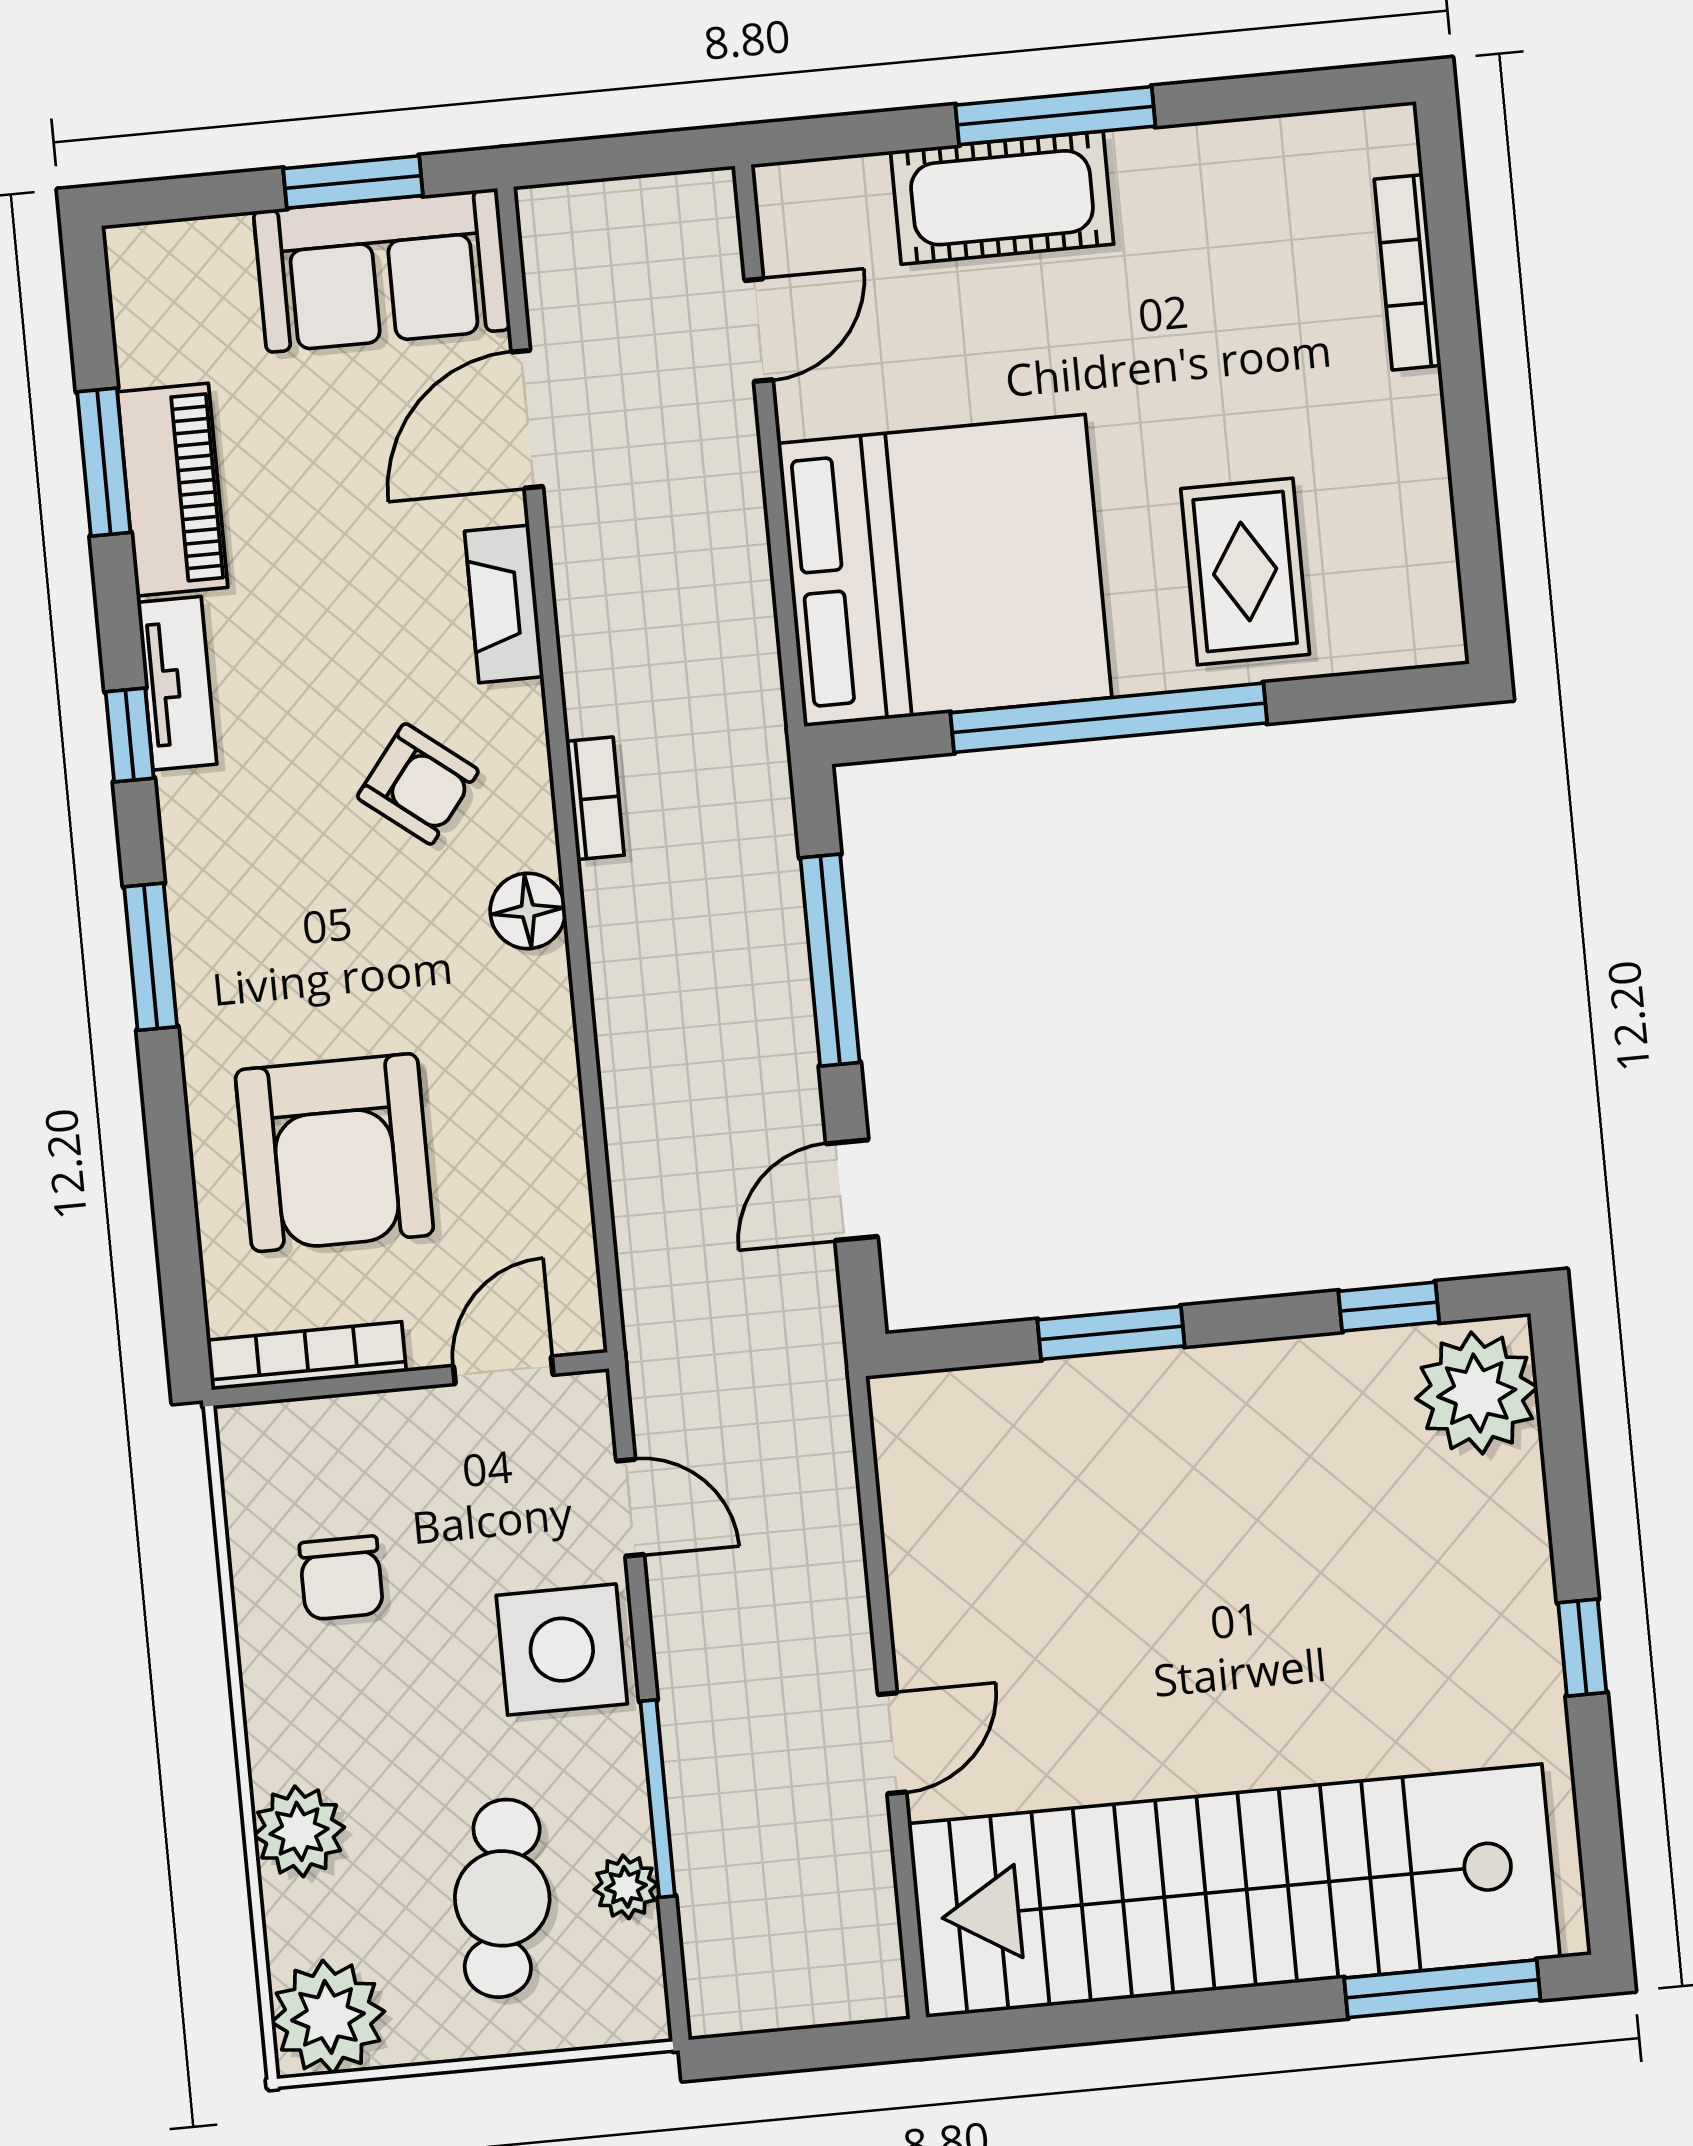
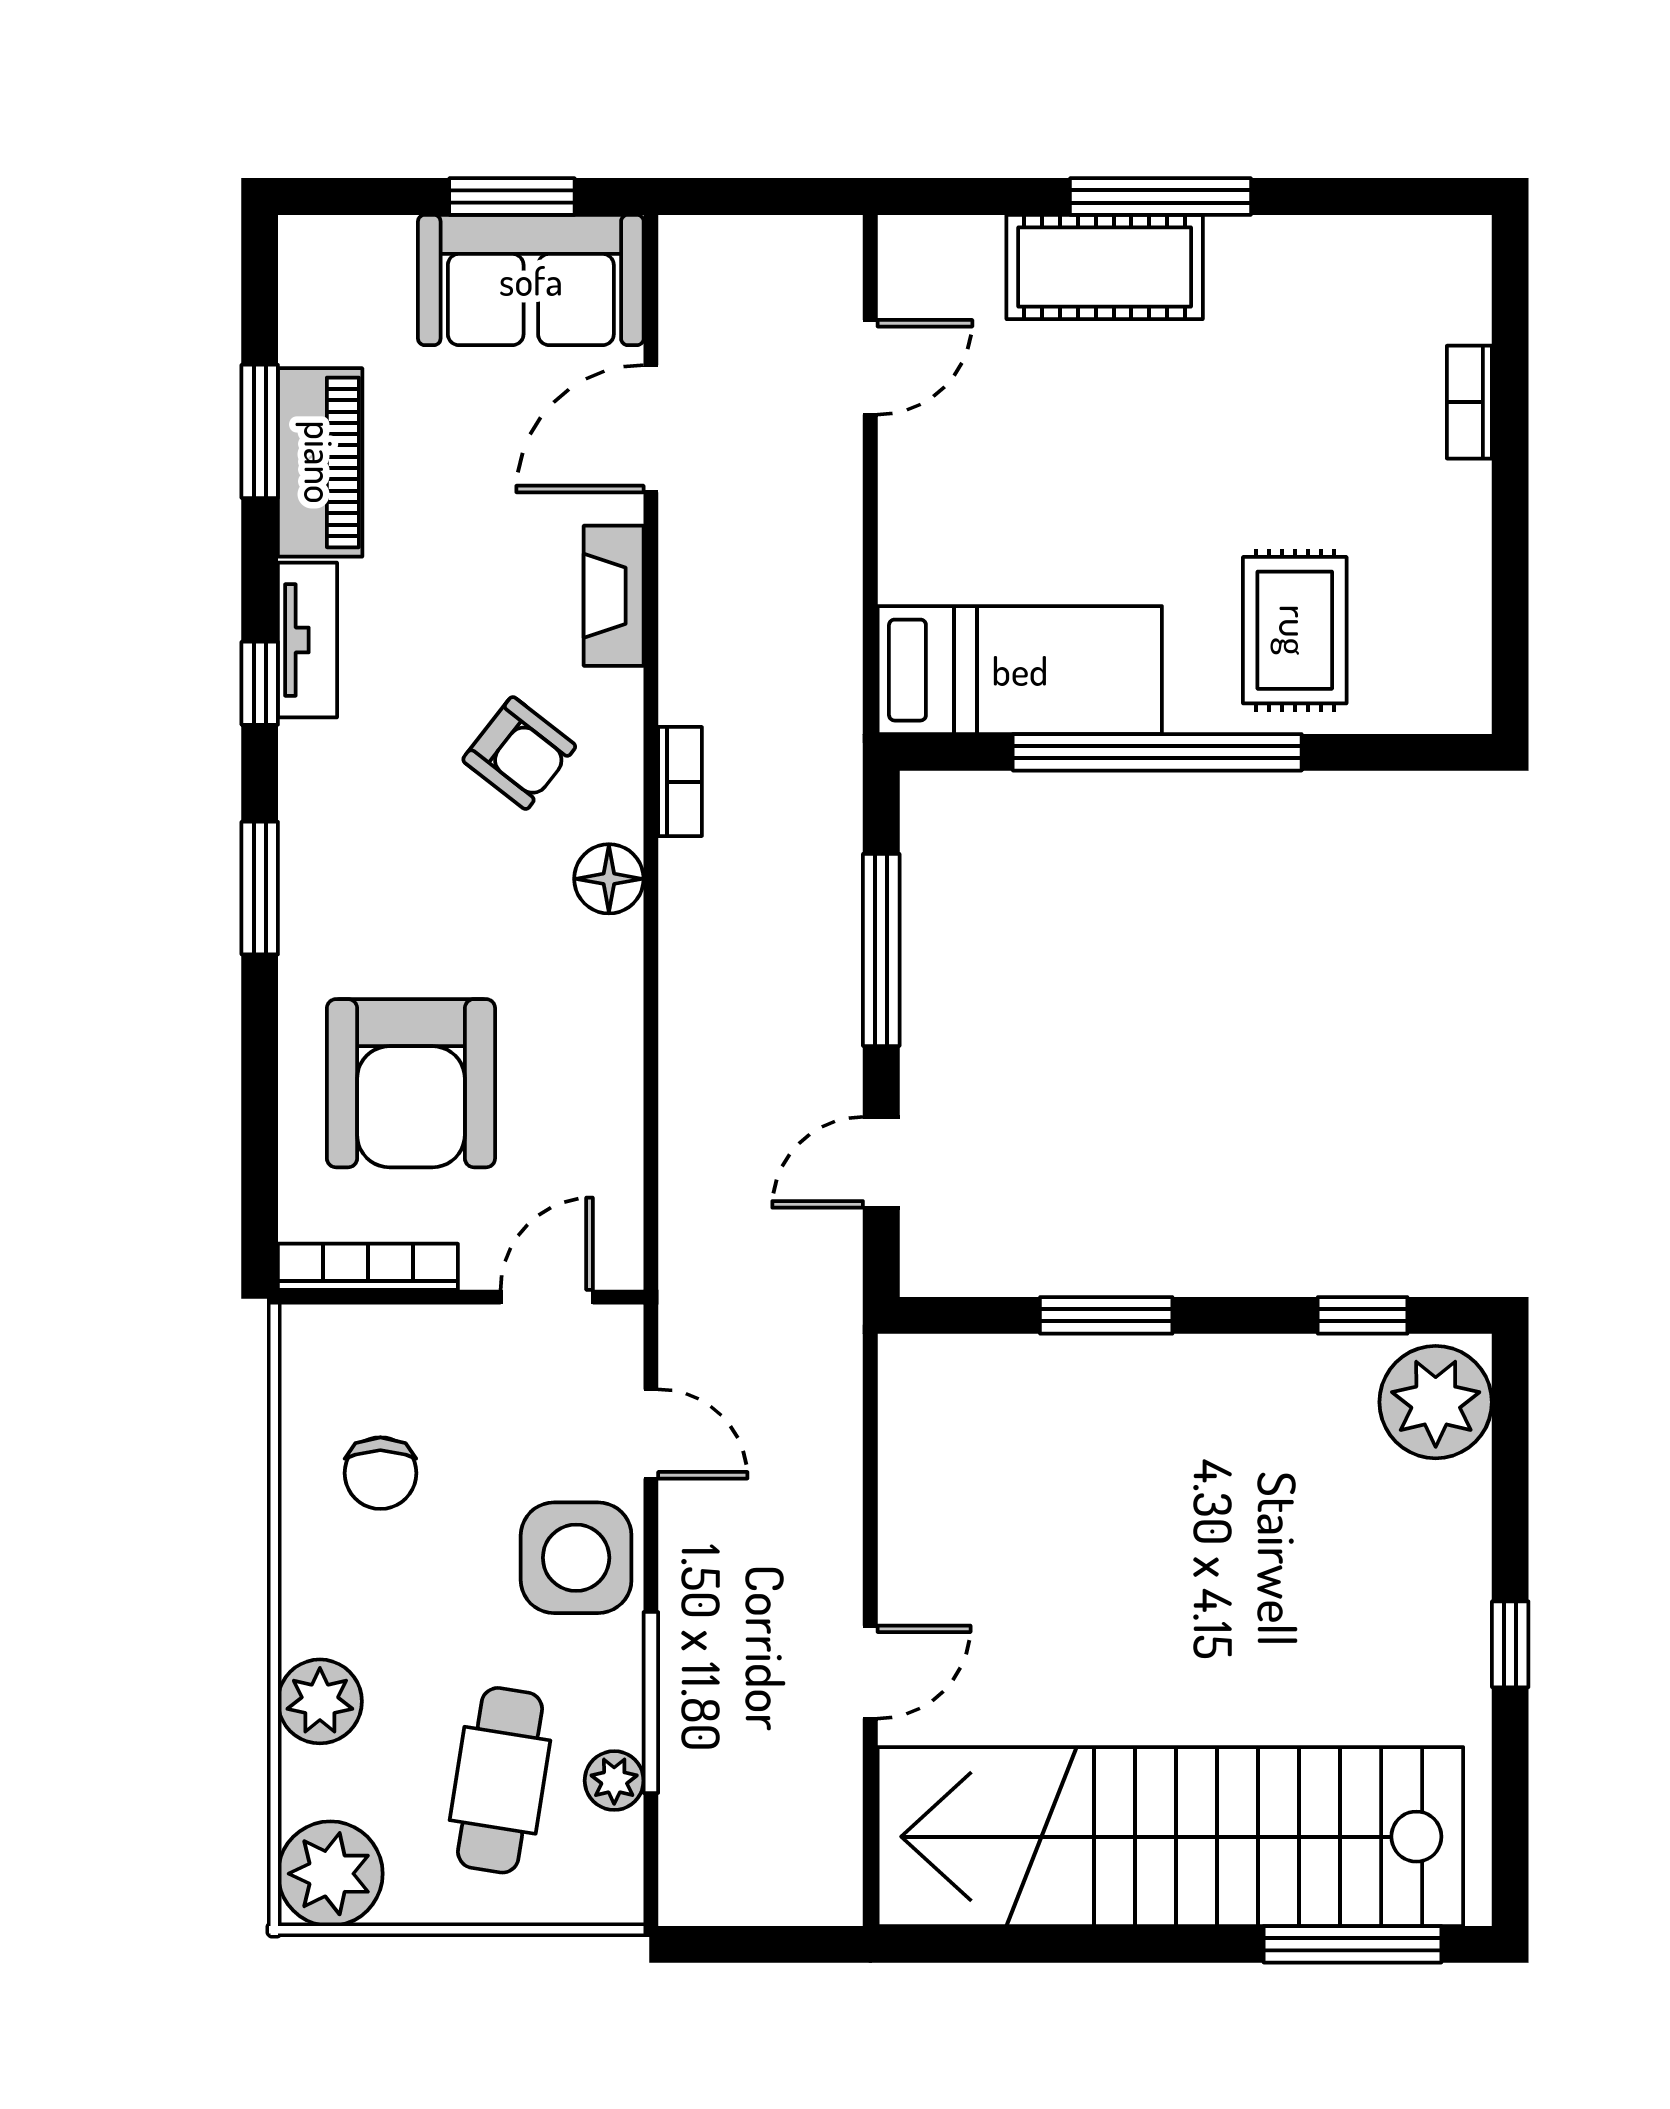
bookcase: (1408, 272) -> (1469, 402), width x0.64
bed: (945, 570) -> (1020, 670), width x0.49

